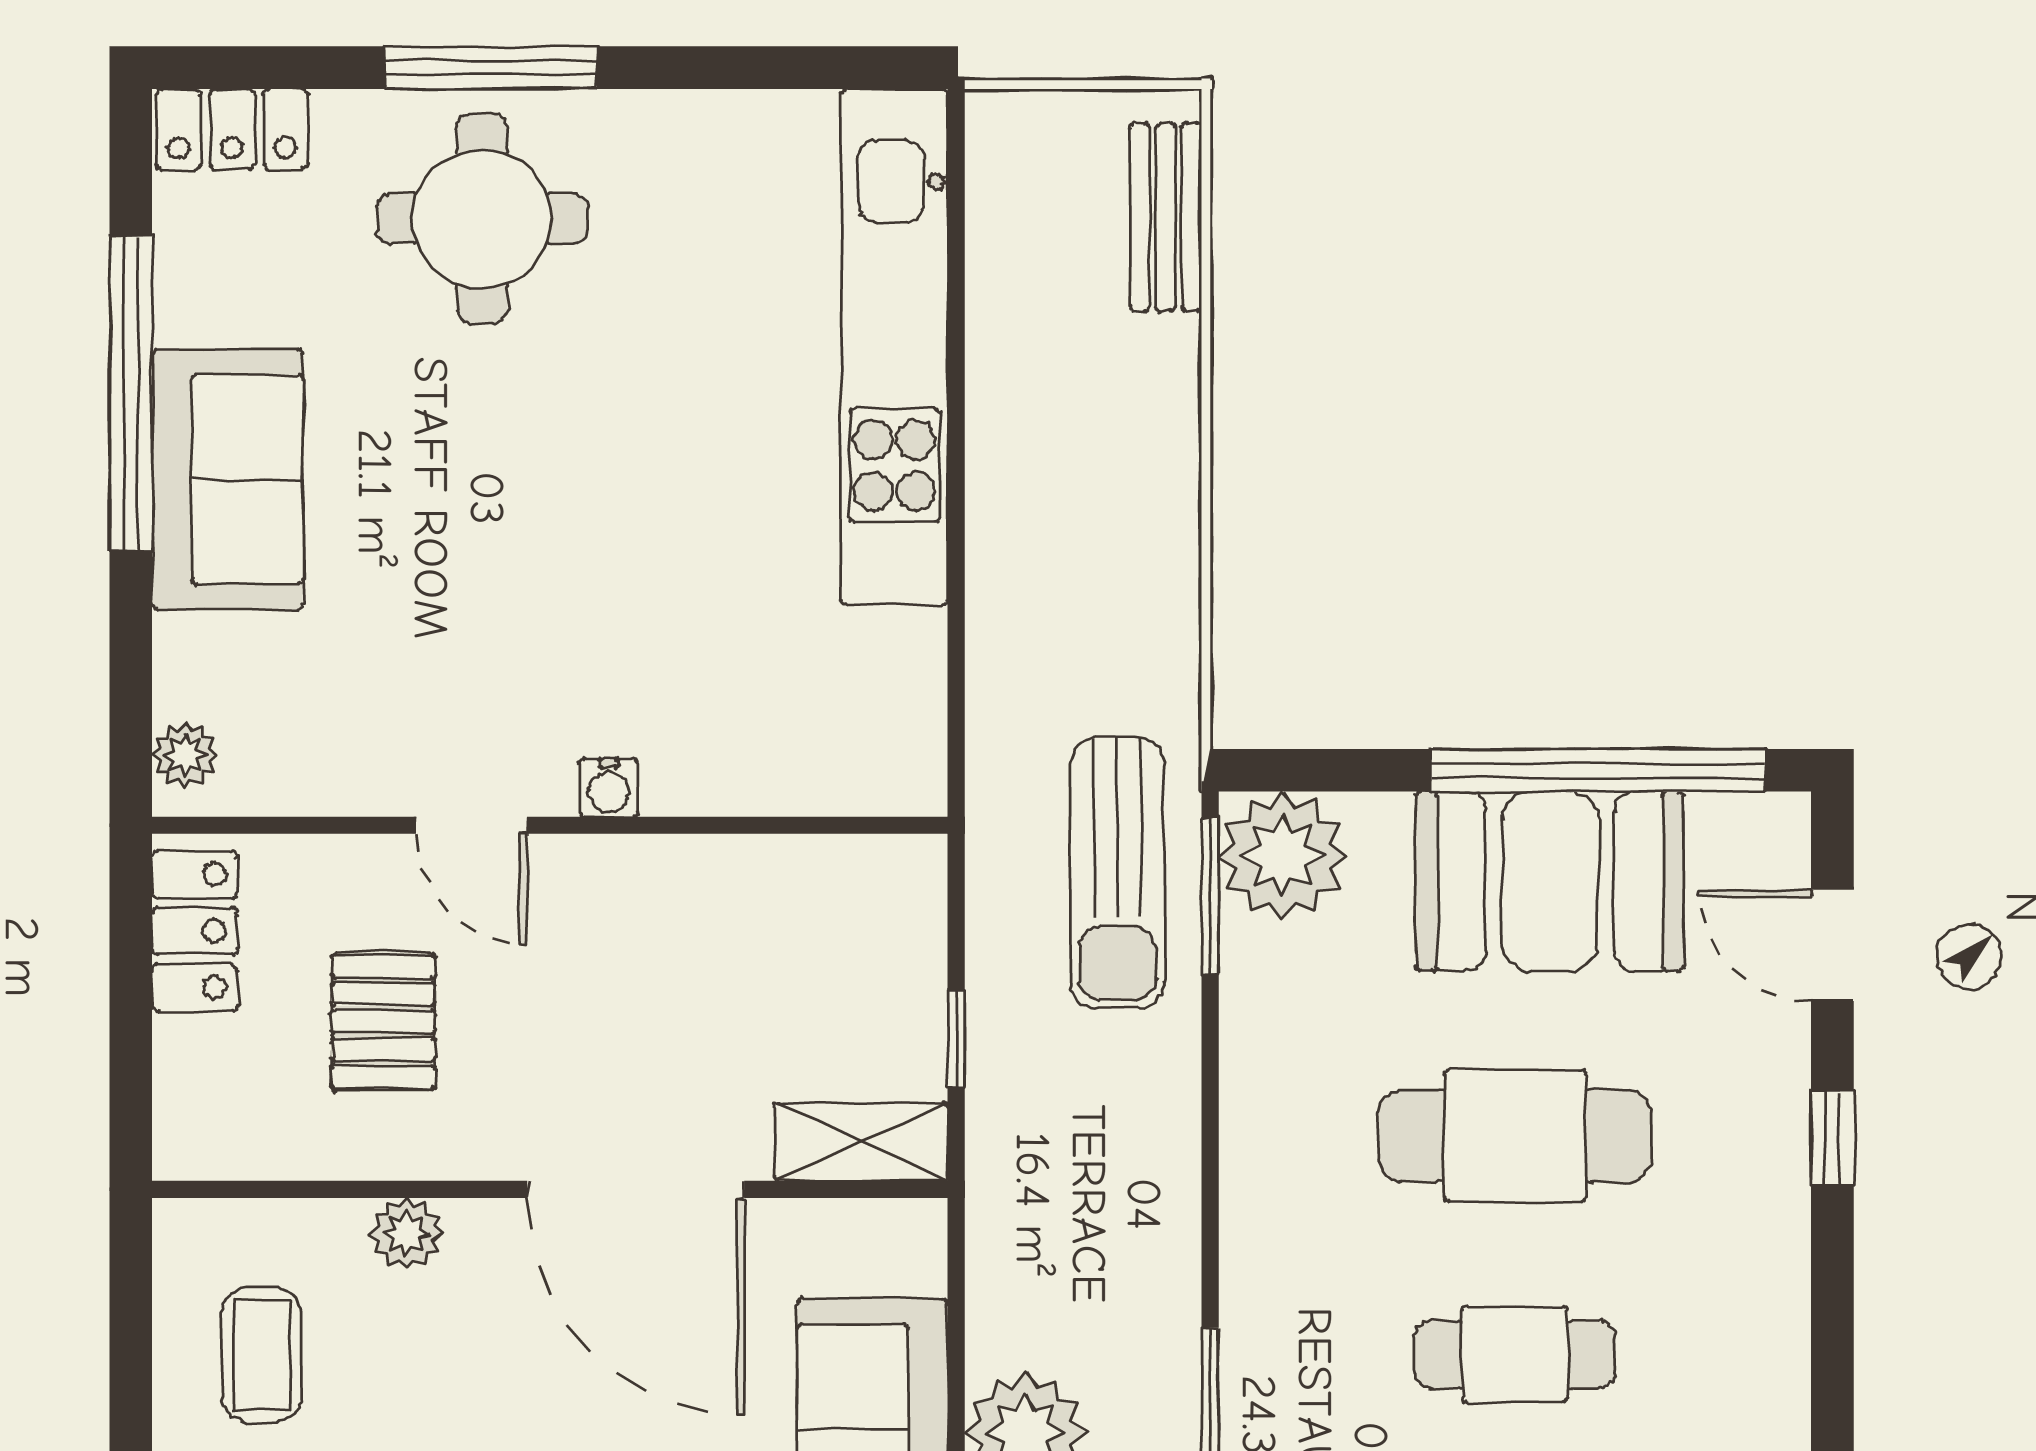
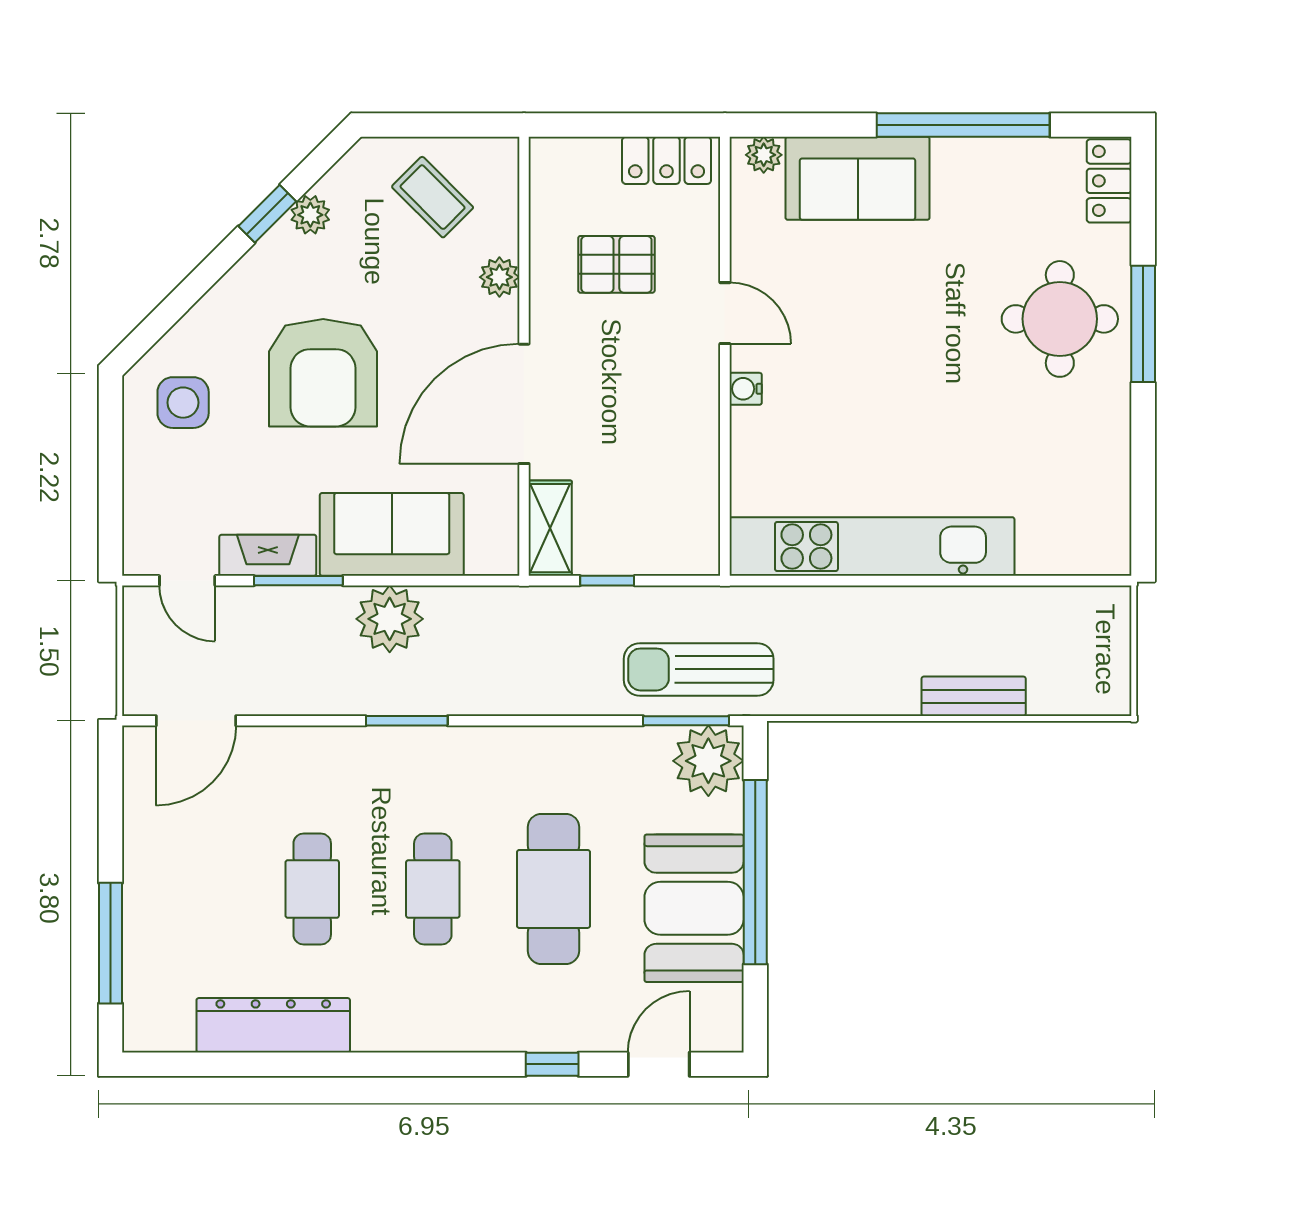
bench: (1166, 217) -> (974, 696), moved
kitchen unit: (894, 347) -> (872, 547), moved
sofa: (227, 480) -> (858, 178), moved
window: (1598, 770) -> (755, 872), moved
door: (472, 825) -> (725, 313), swing flipped
coffee table: (261, 1355) -> (433, 197), turned 45

